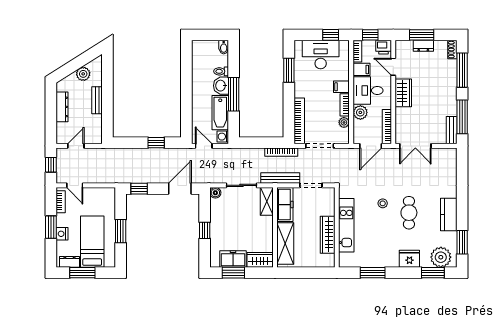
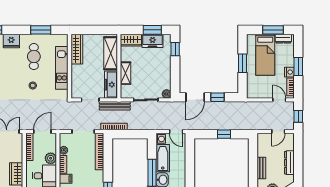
window: (156, 143) -> (224, 134), moved
window: (139, 189) -> (217, 97), moved
shelving: (267, 201) -> (126, 73), moved
cafe table: (409, 213) -> (34, 57), moved
window: (205, 230) -> (175, 49), moved
nightstand: (62, 234) -> (289, 72), moved
wardrobe: (328, 235) -> (77, 49), moved

